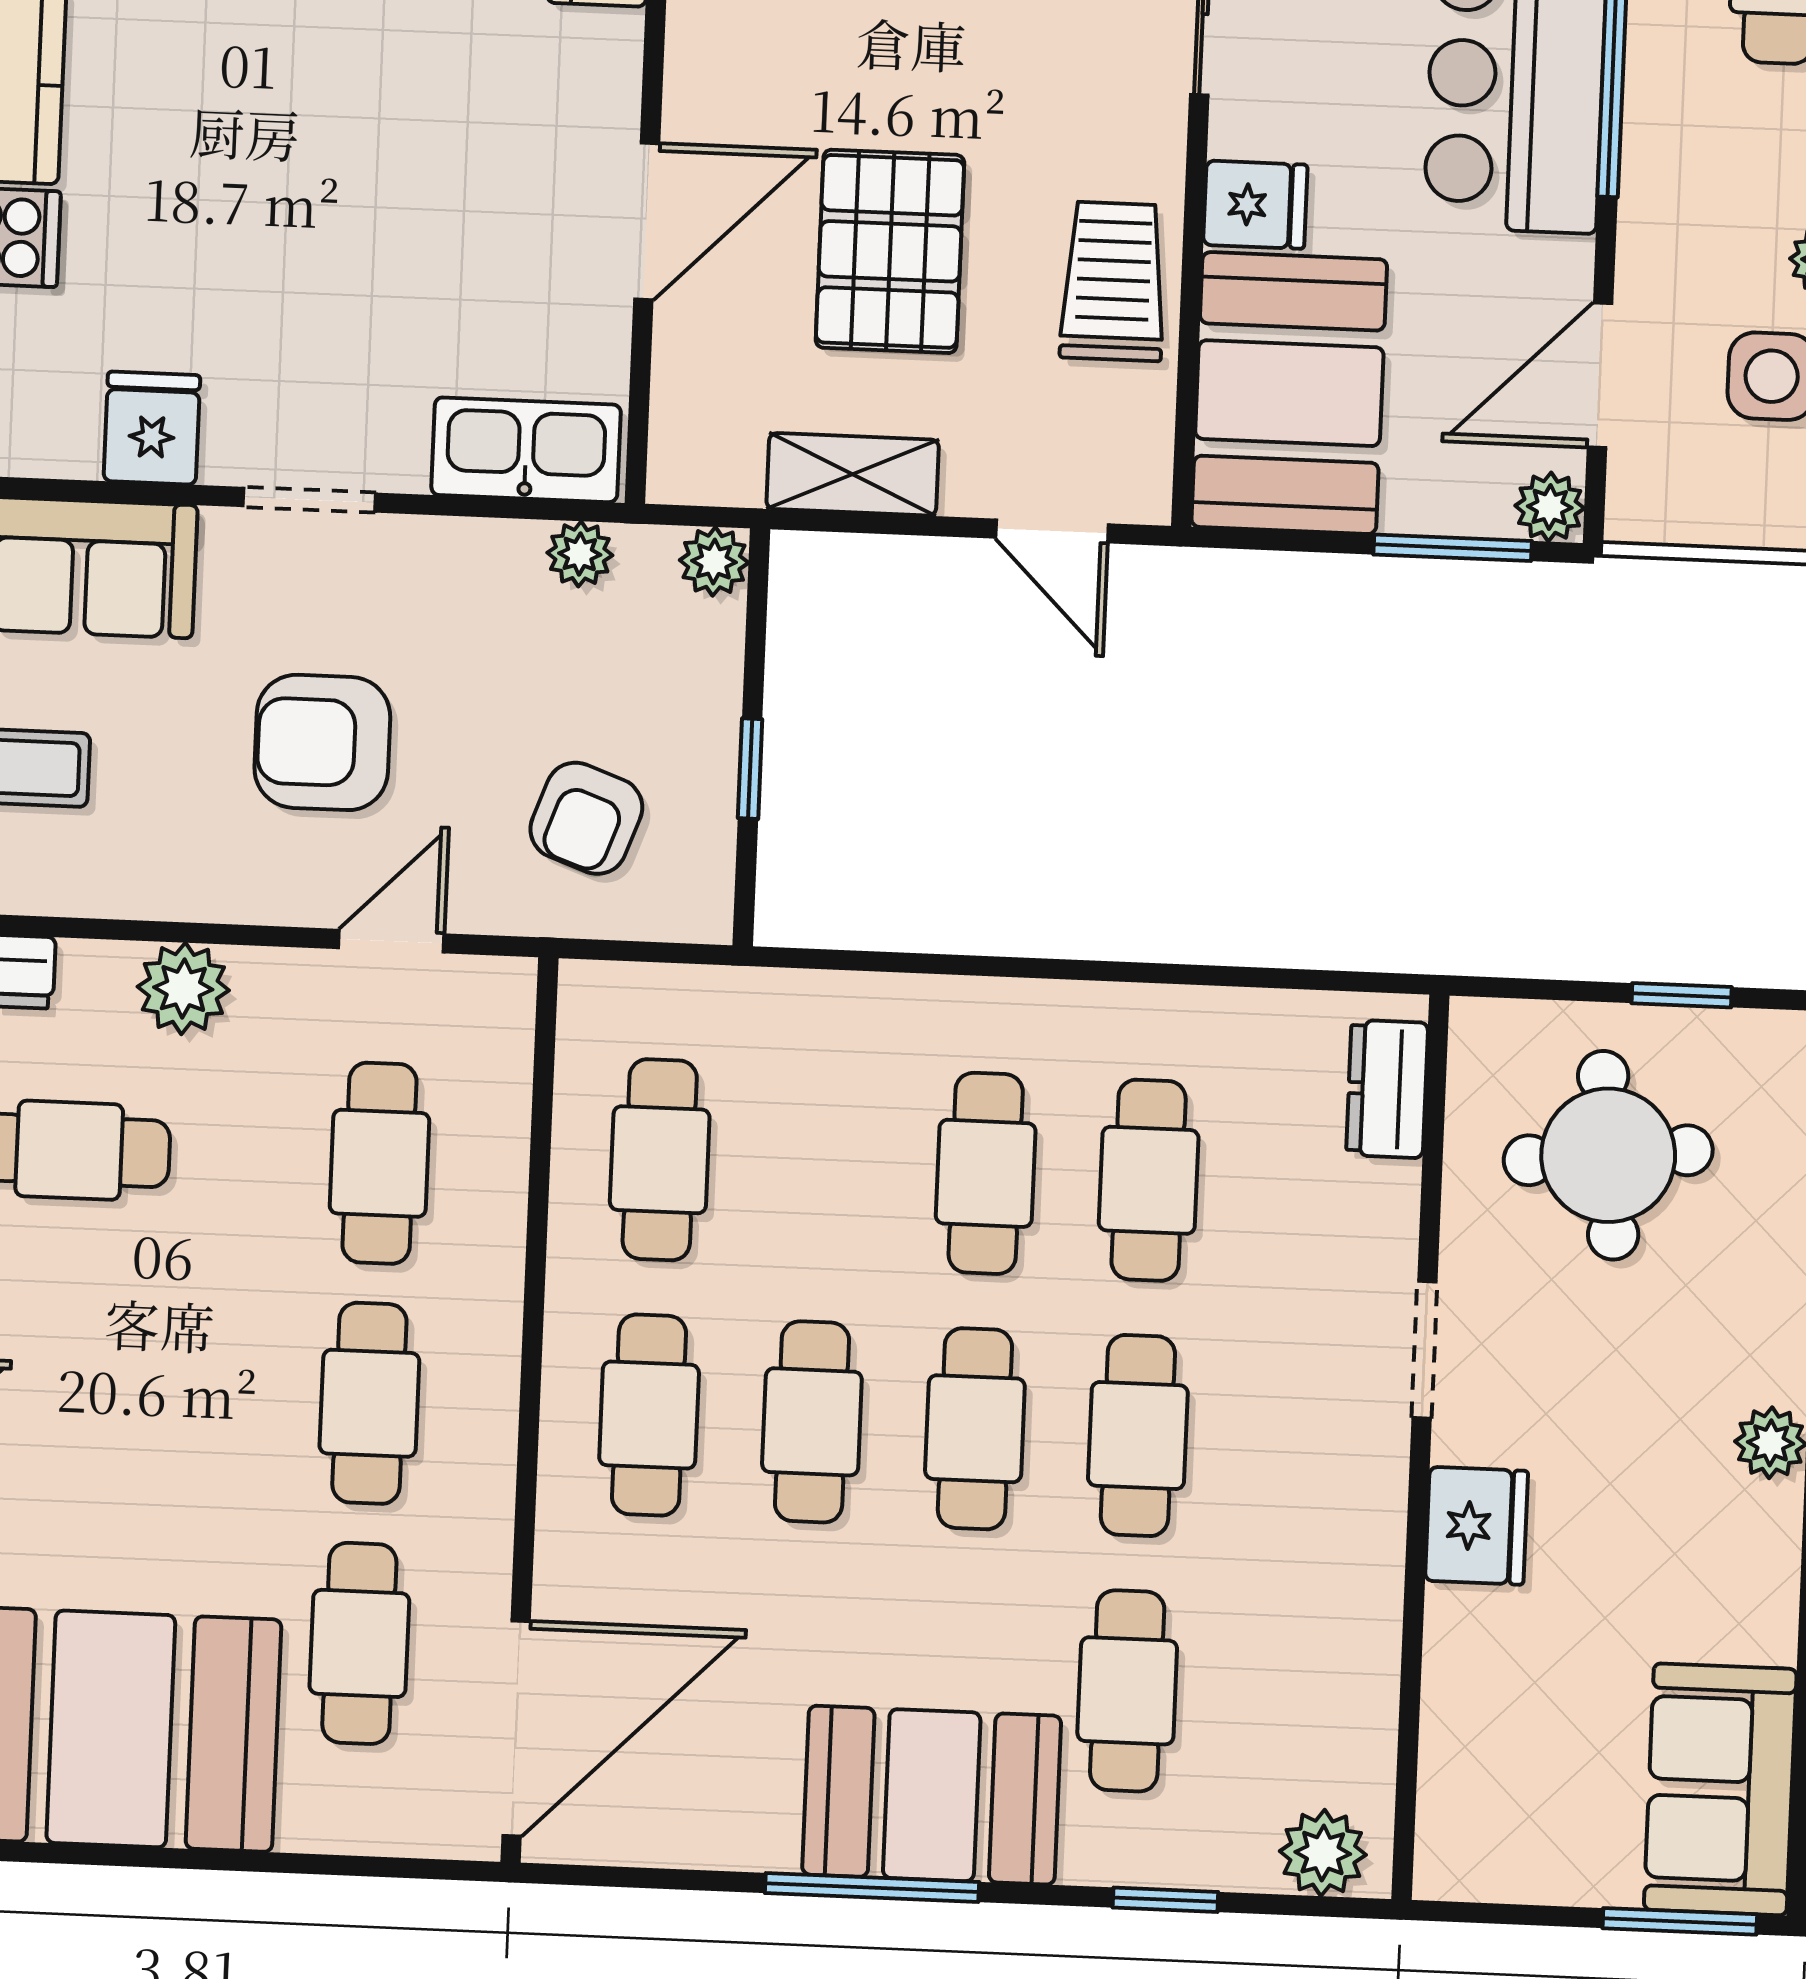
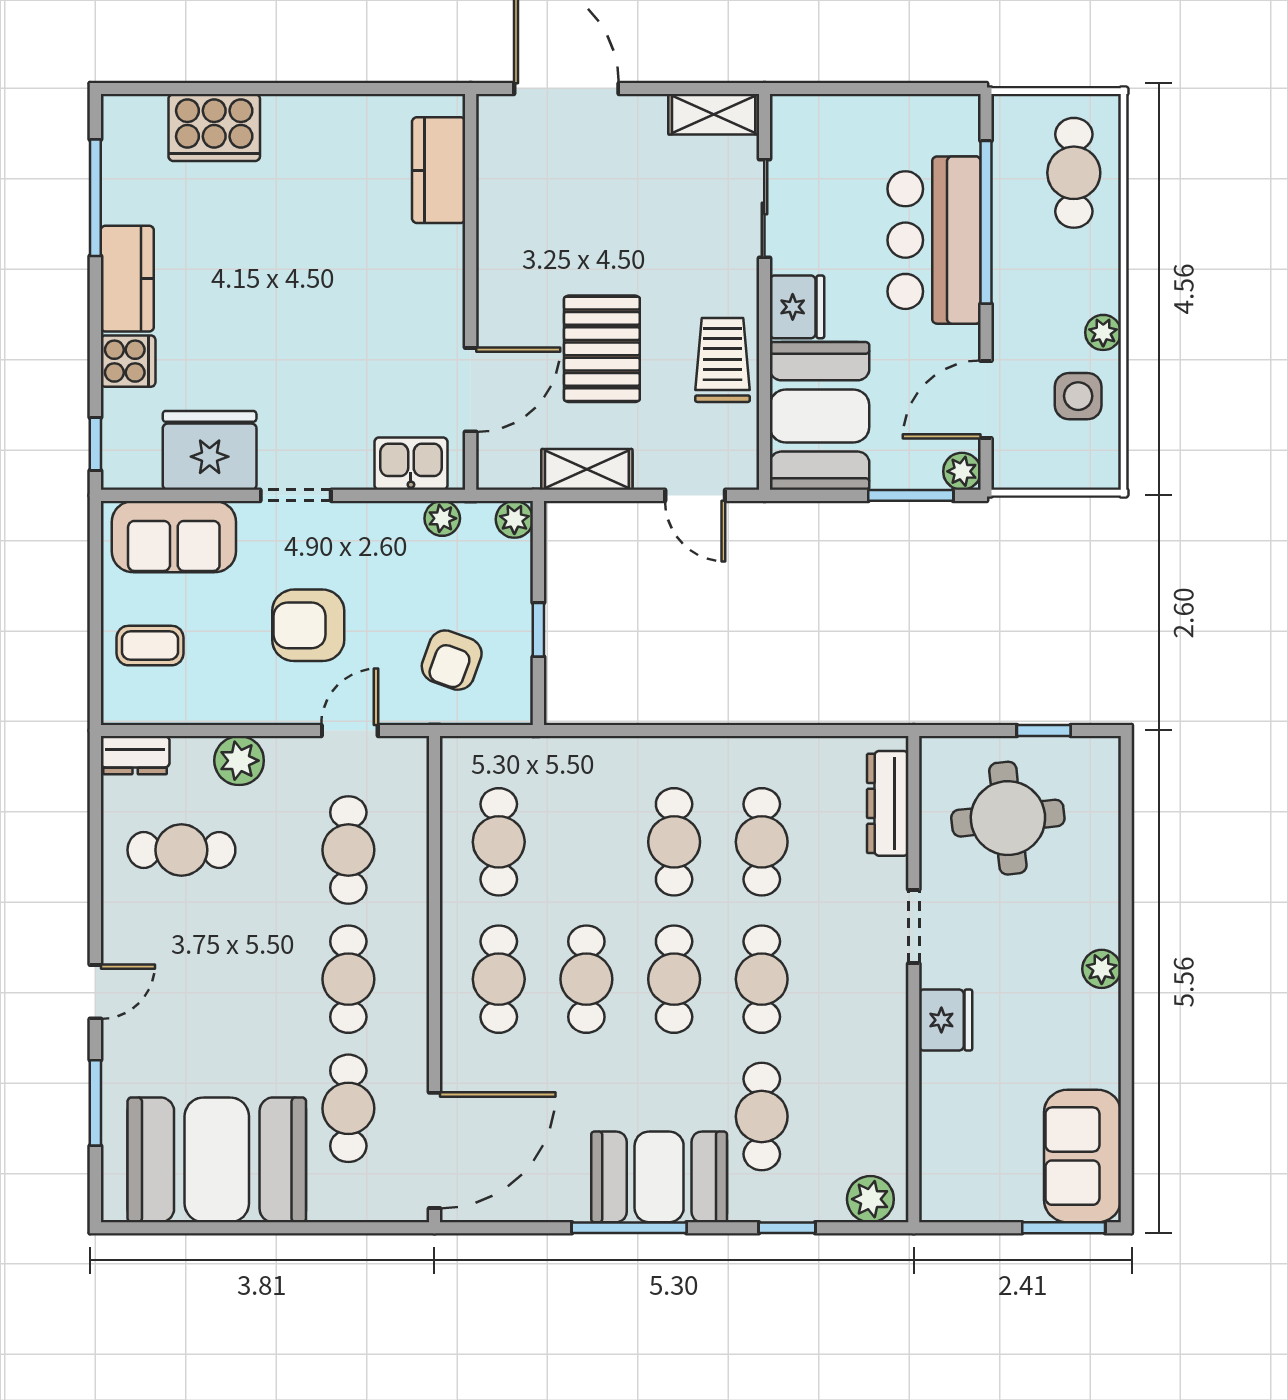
fridge: (1255, 205) -> (797, 307), width x1.38
door: (647, 221) -> (471, 390), moved
fridge: (152, 428) -> (210, 450), width x1.88, depth x1.34
kitchen sink: (526, 450) -> (411, 464), width x0.73
dresser: (1387, 1089) -> (888, 803), width x1.44

